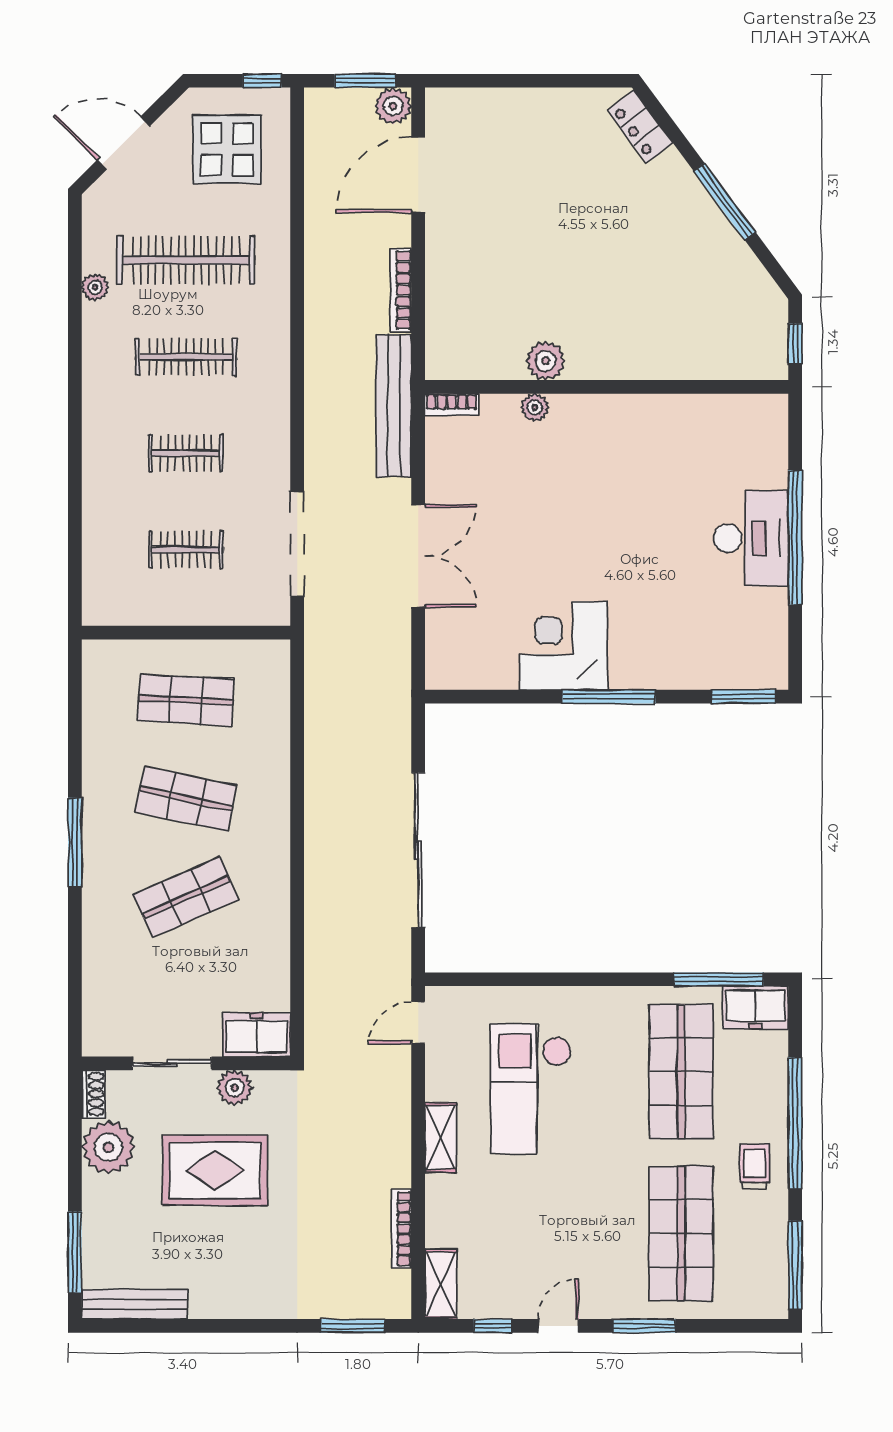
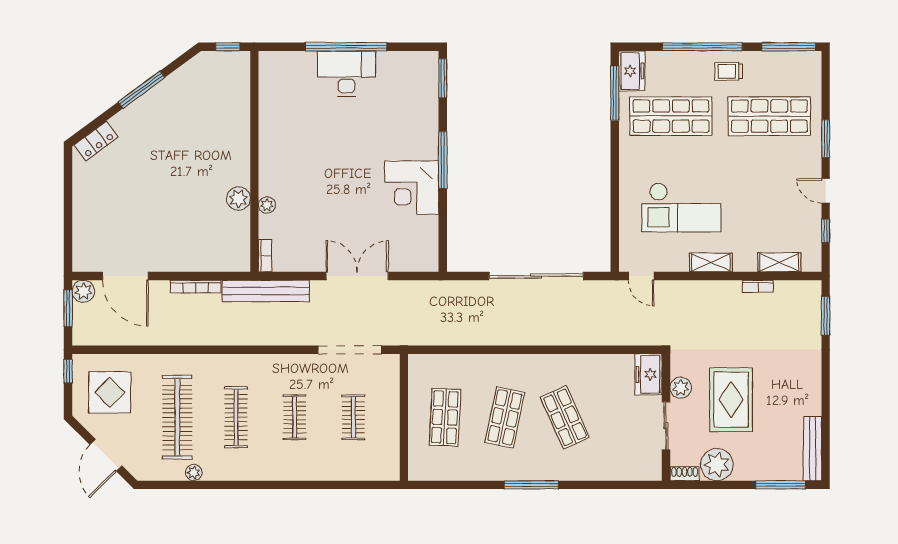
bookcase: (401, 1229) -> (758, 286), width x0.64
shelving: (441, 1284) -> (779, 262), moved

